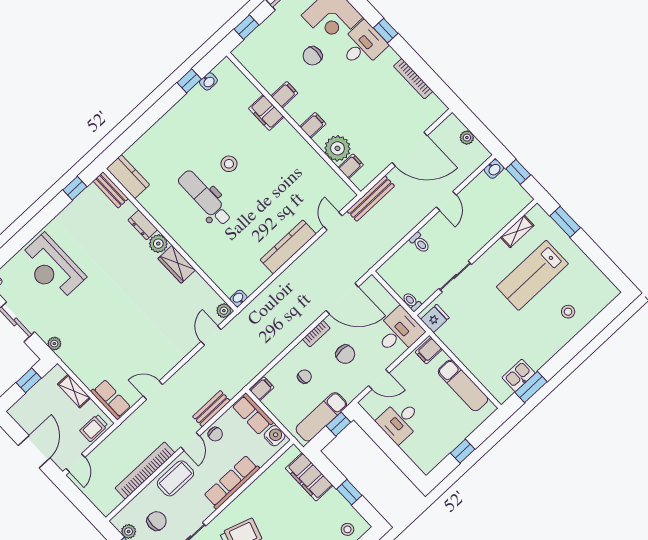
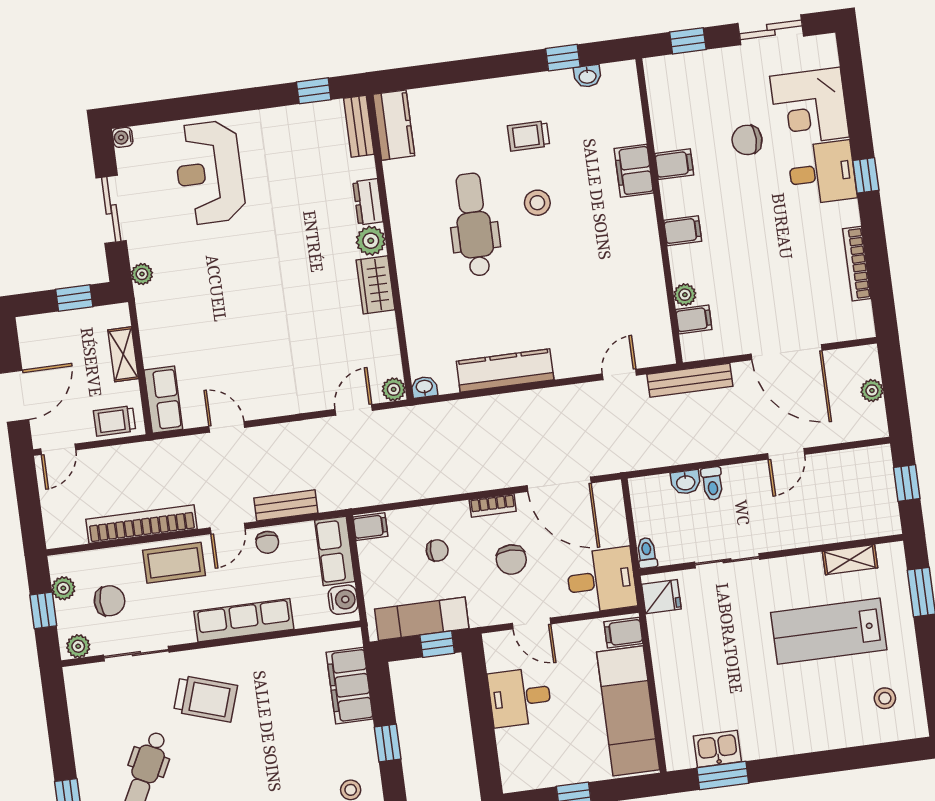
trolley: (200, 133) -> (529, 136), added
plant: (337, 148) -> (685, 295), width x0.53, depth x0.53
washbasin: (494, 169) -> (686, 482), moved
kitchen counter: (288, 247) -> (505, 370), moved
stool: (568, 312) -> (885, 698), moved
exam couch: (463, 385) -> (628, 711), width x1.36, depth x1.45

